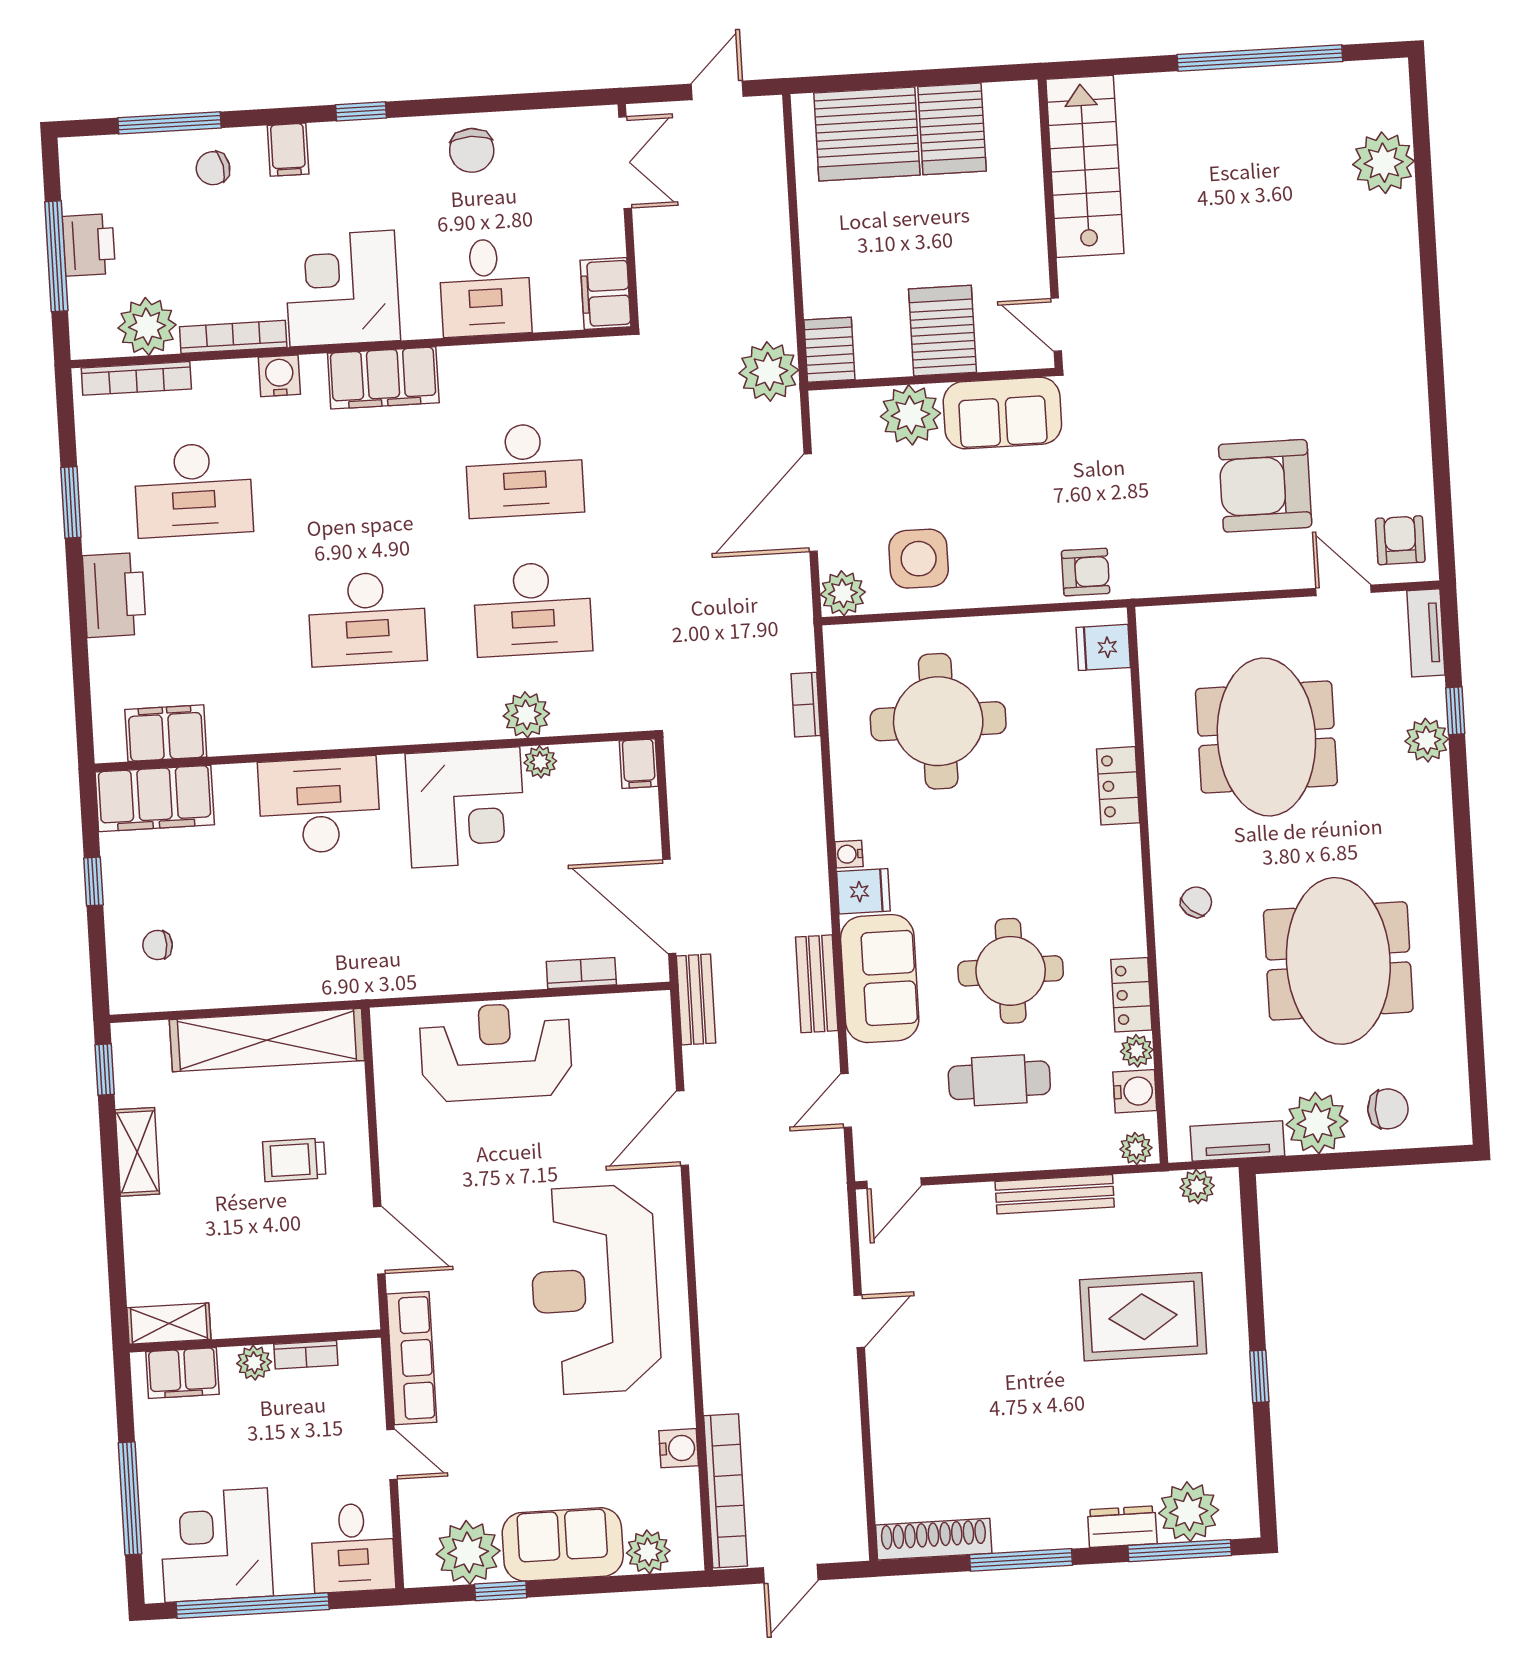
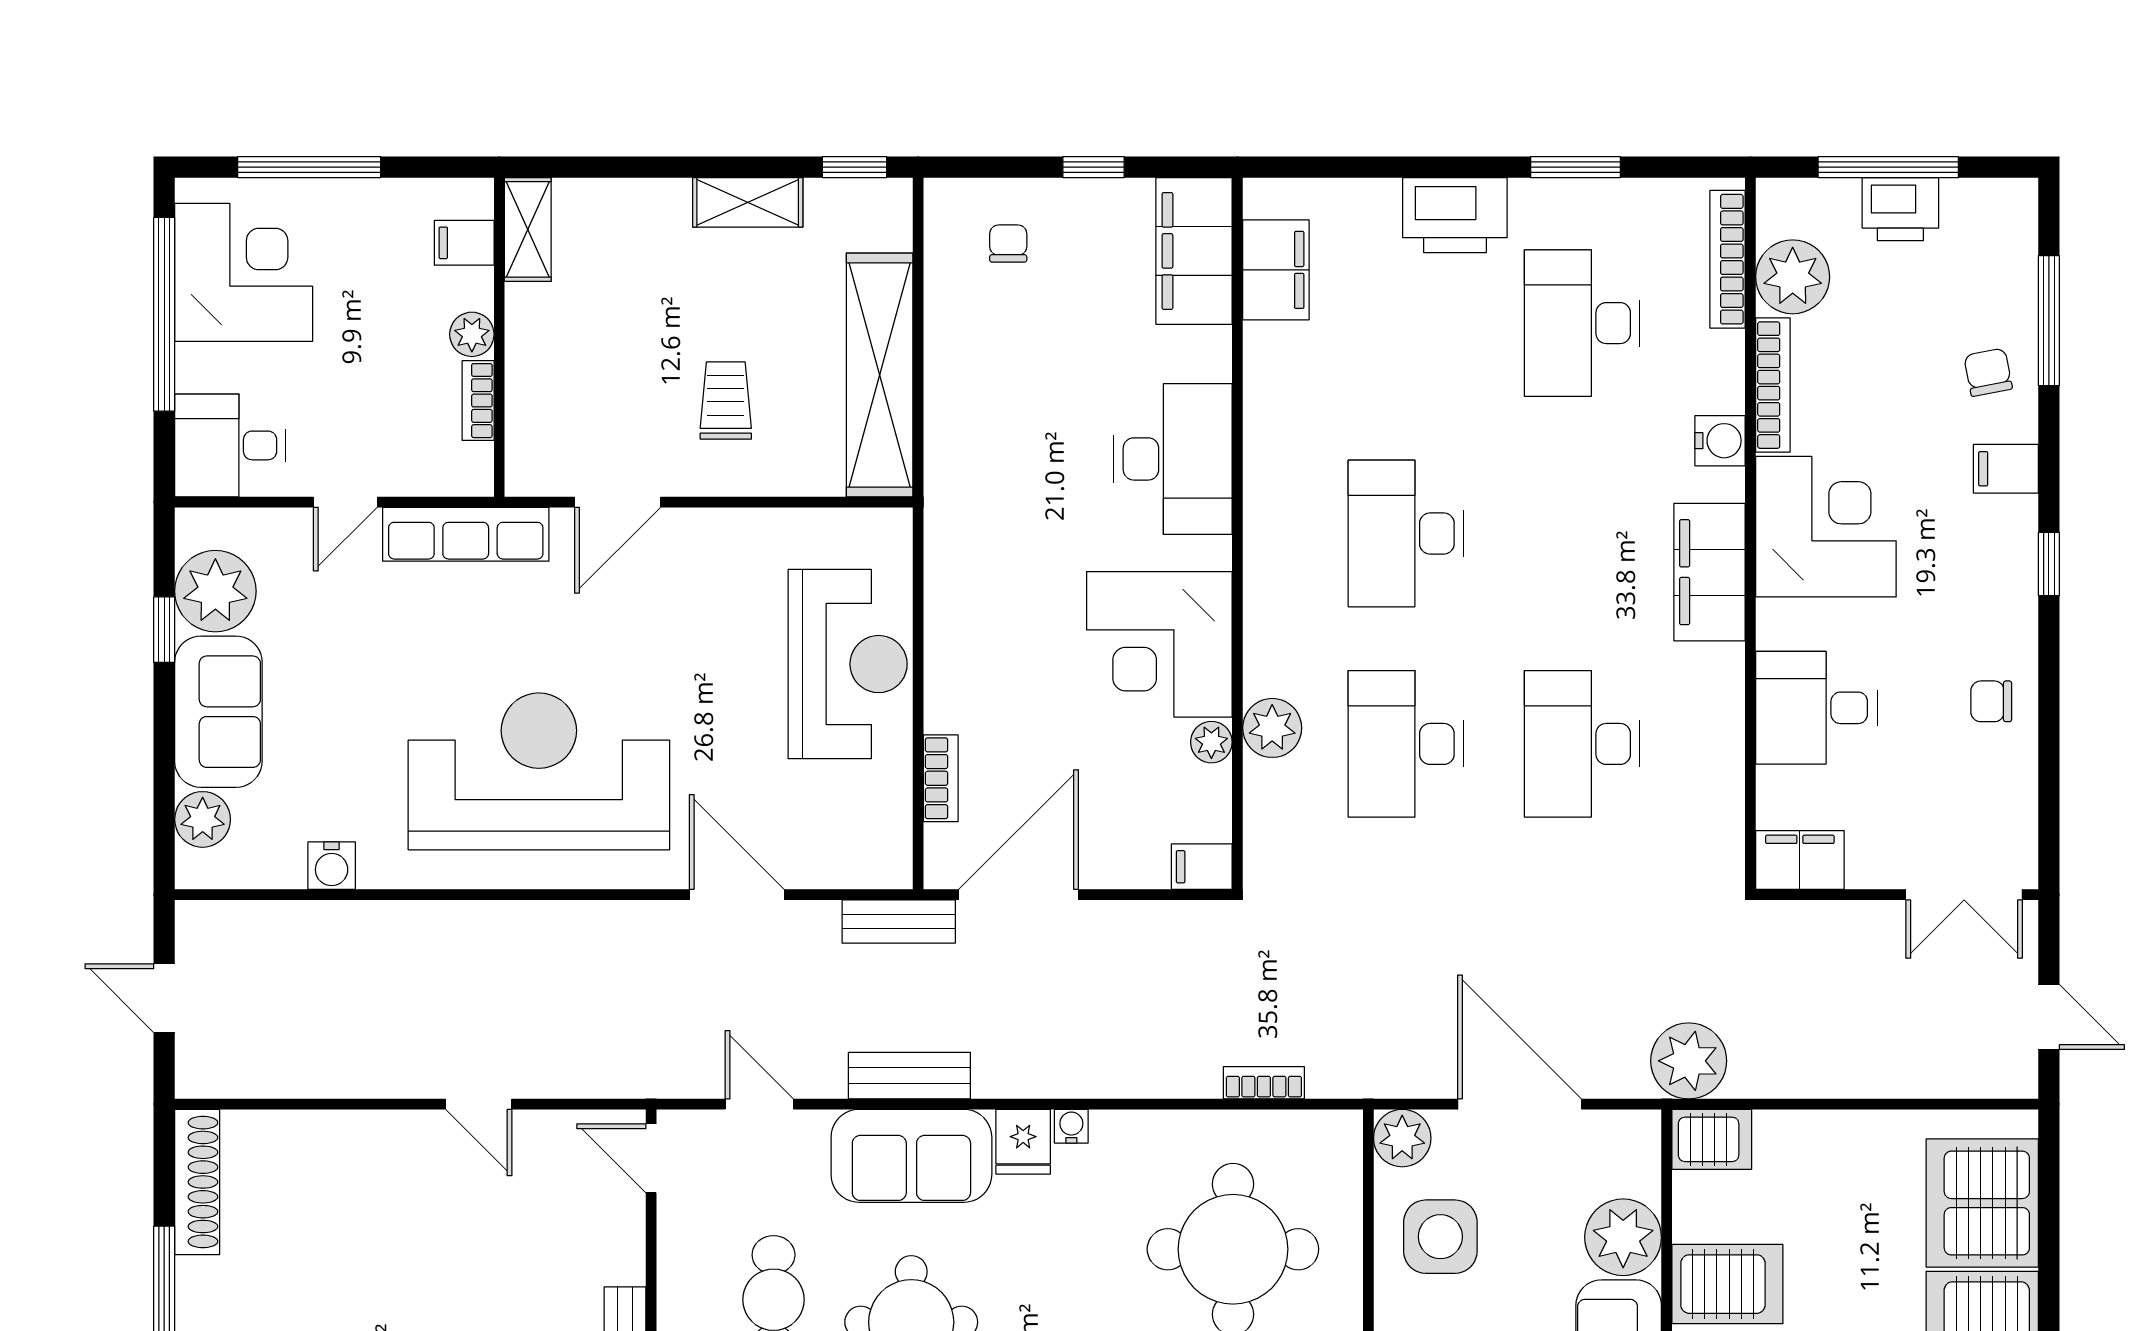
chair: (472, 150) -> (1991, 701), width x0.73, depth x0.73
filing cabinet: (182, 1373) -> (464, 243), width x0.50
bookcase: (726, 1491) -> (274, 922), removed

